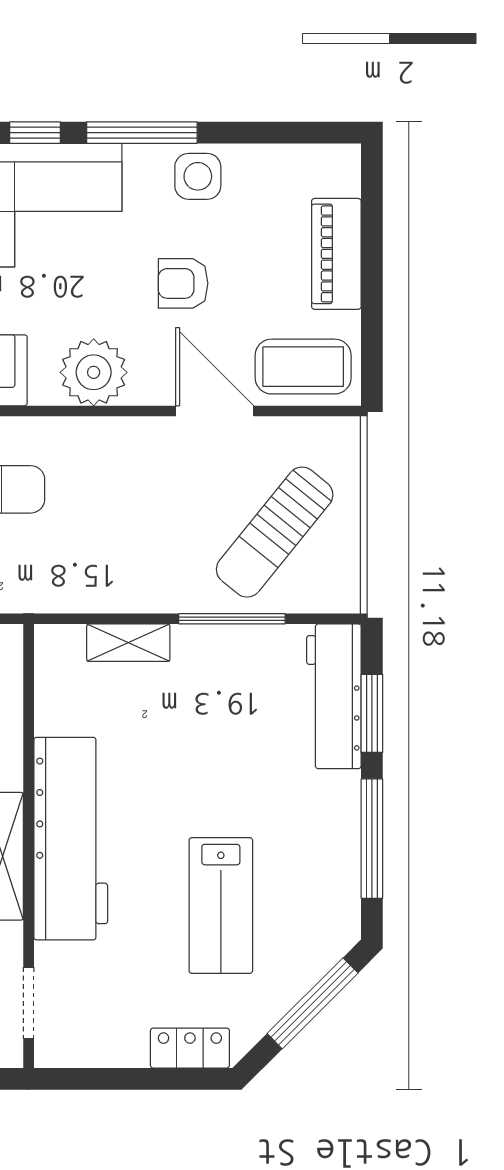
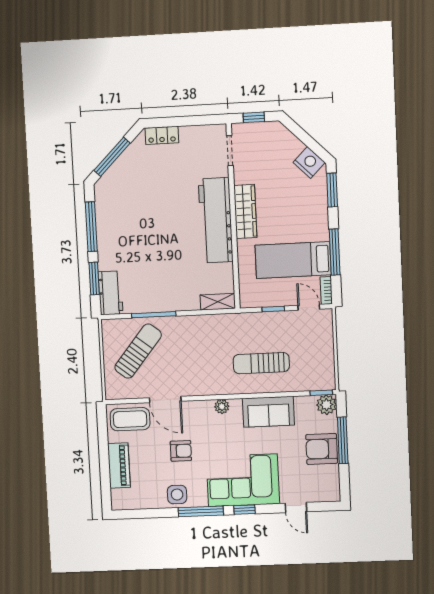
plant: (94, 372) -> (222, 406), width x0.53, depth x0.53
shelving: (128, 643) -> (218, 302), moved
workbench: (334, 696) -> (111, 293), width x0.73
lab bench: (221, 905) -> (152, 196), removed

